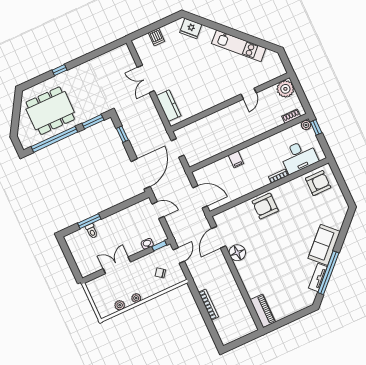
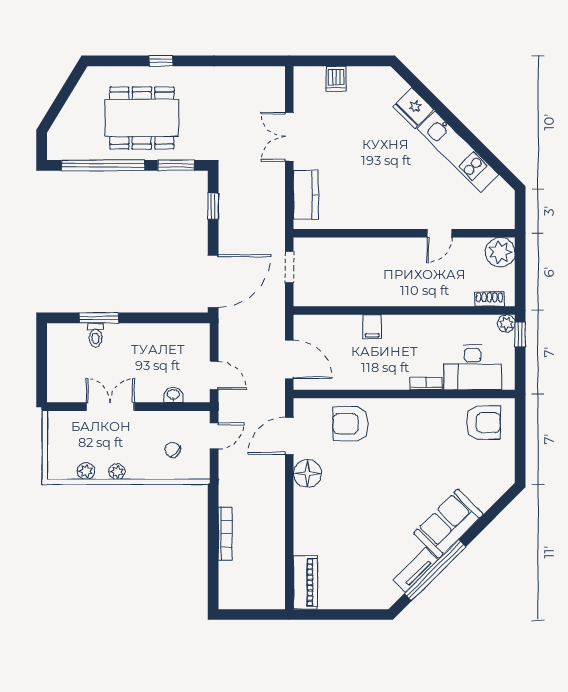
fridge: (191, 28) -> (413, 108), moved
dining table: (50, 111) -> (142, 118), moved
armchair: (265, 206) -> (350, 424), moved
door: (158, 210) -> (214, 375), moved
window: (159, 246) -> (191, 407), removed

